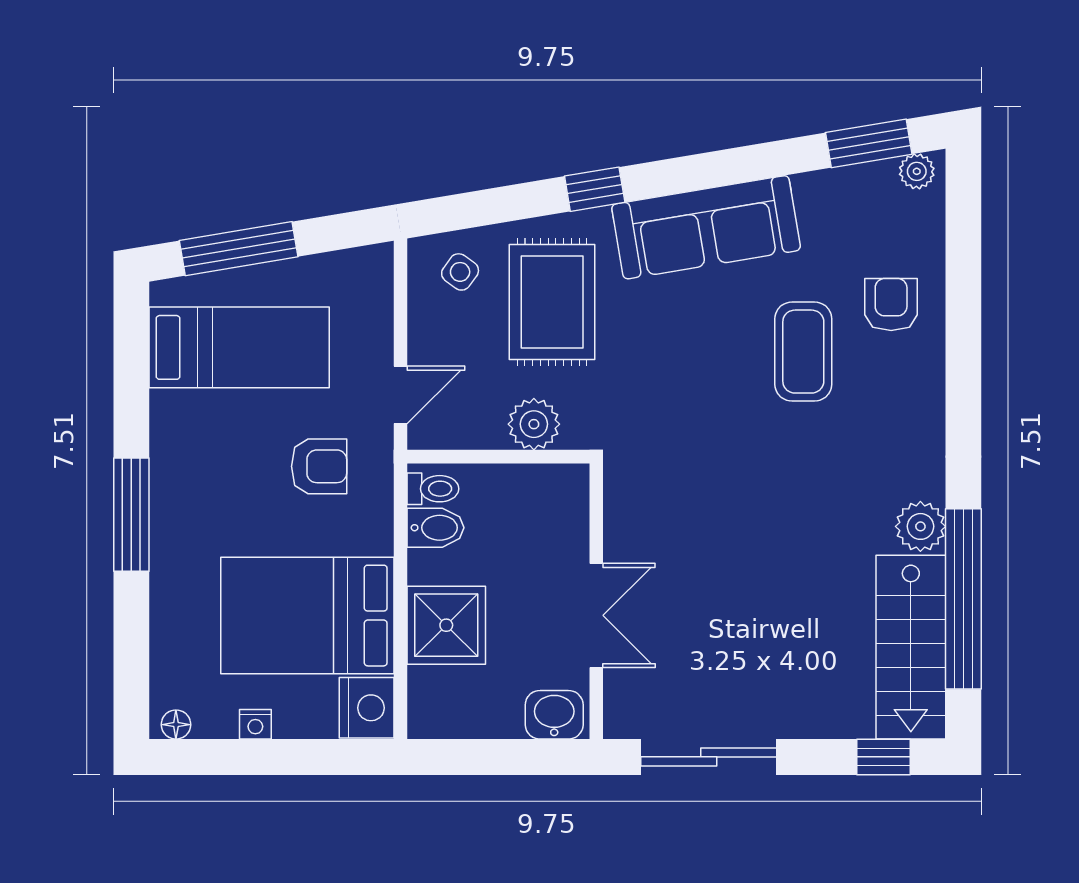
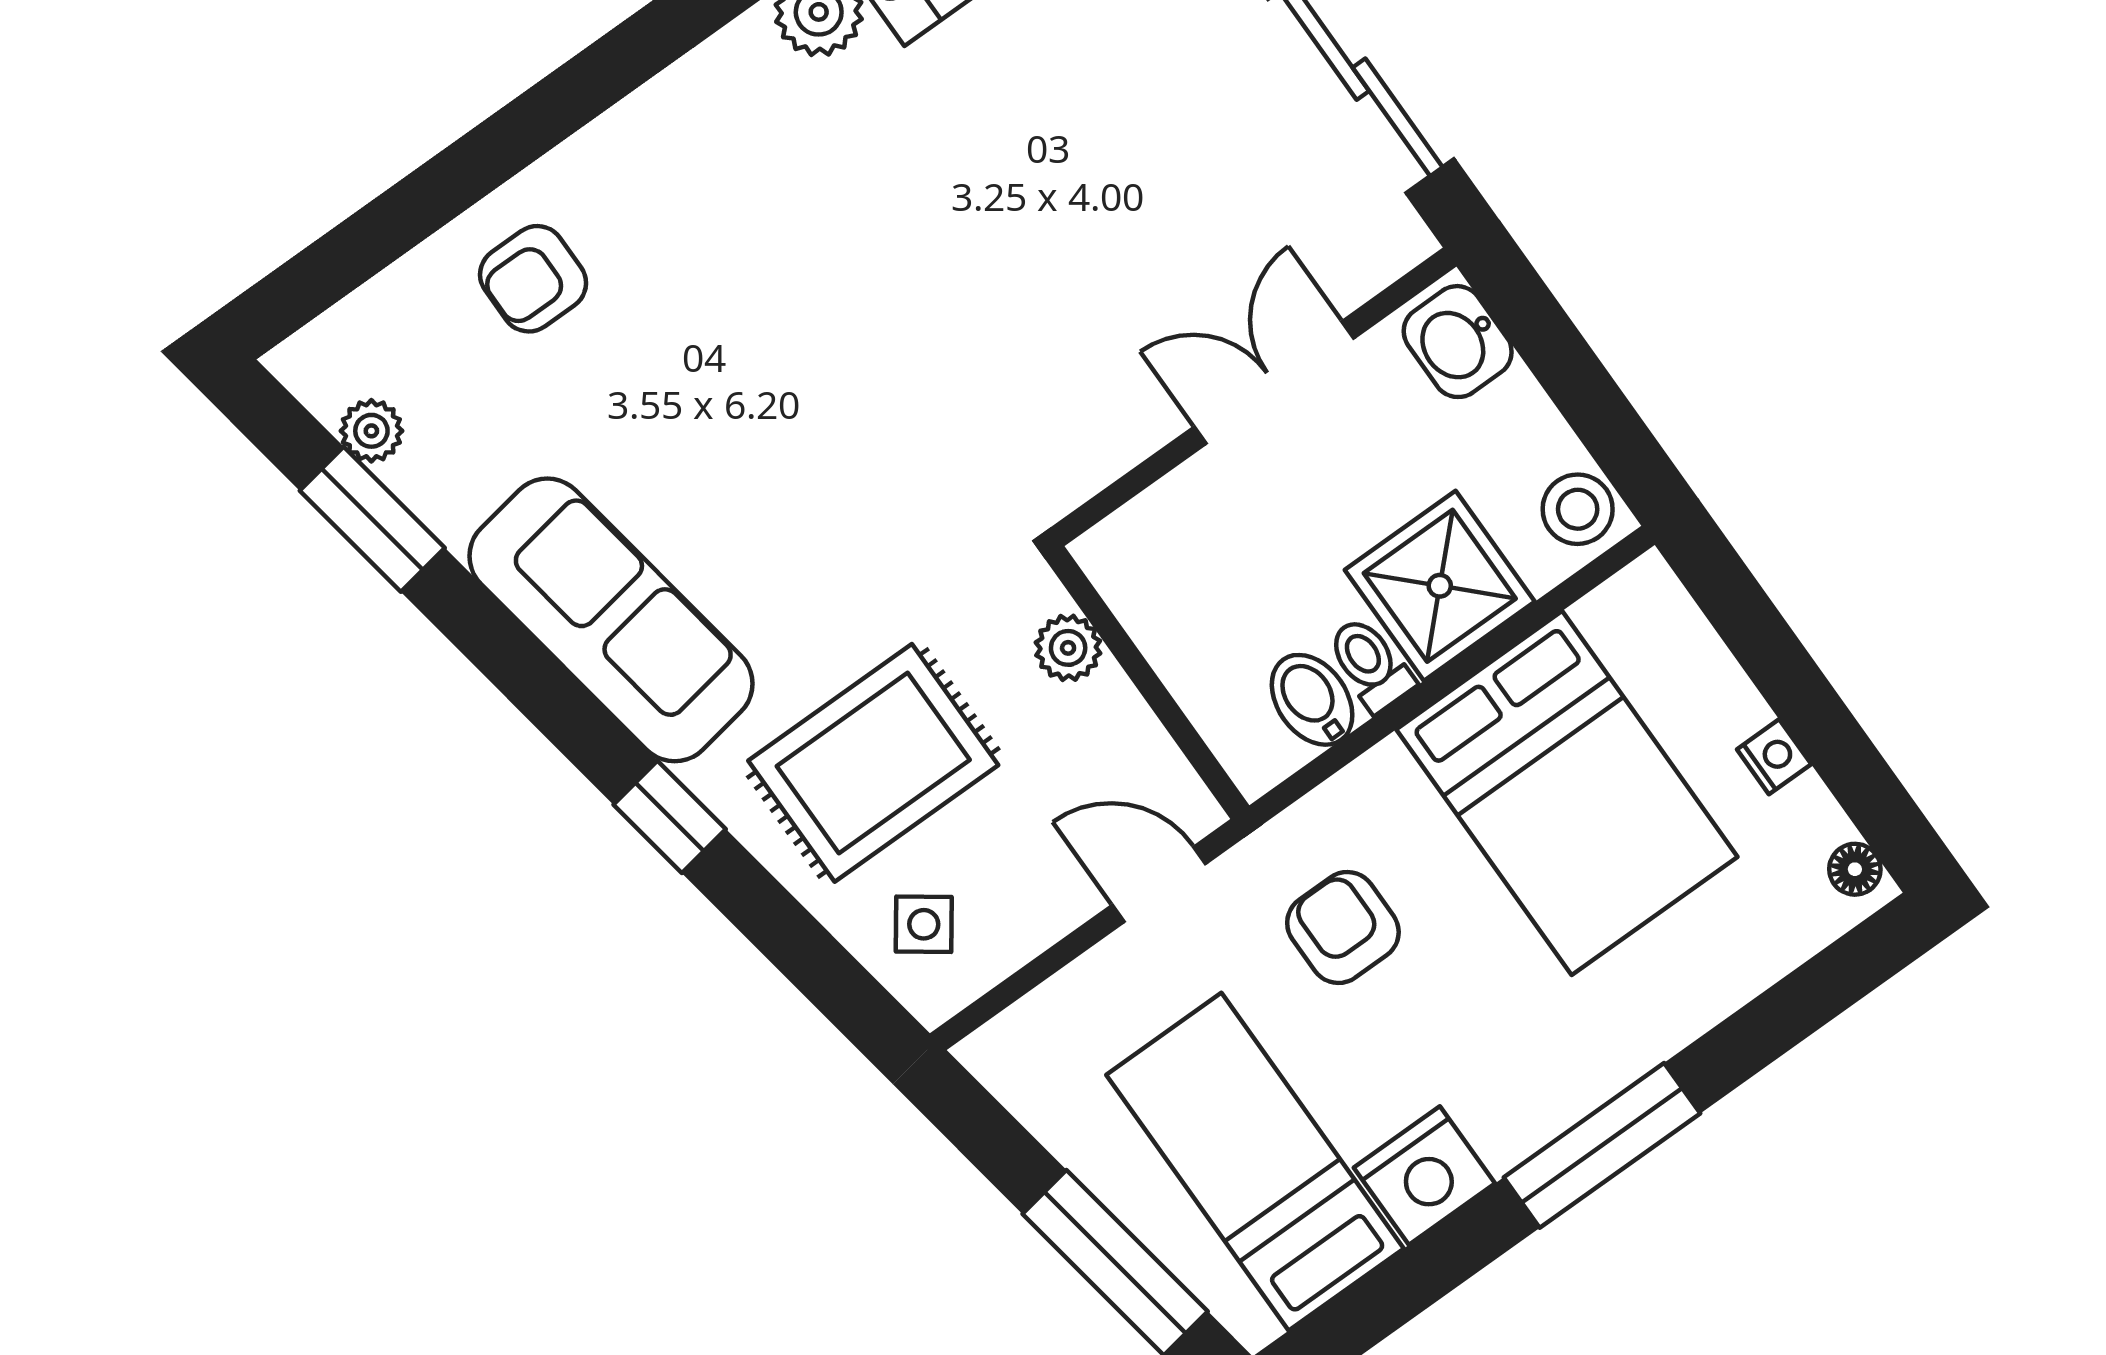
window: (869, 143) -> (372, 519), moved
plant: (917, 171) -> (371, 431), moved
coffee table: (803, 352) -> (689, 356), removed
plant: (534, 424) -> (1068, 648), width x0.73, depth x0.73
toilet: (433, 489) -> (1370, 664), moved
nightstand: (367, 708) -> (1424, 1175), moved, turned 180
stool: (436, 715) -> (1578, 509), added

